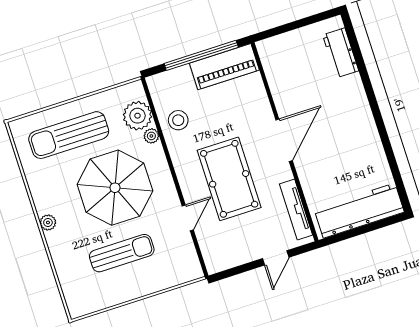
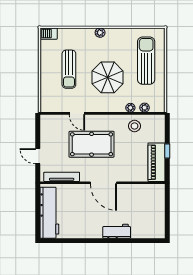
workbench: (341, 53) -> (117, 231), moved
window: (201, 55) -> (167, 151), width x0.32
plant: (137, 116) -> (145, 108), width x0.53, depth x0.53
parasol: (115, 188) -> (108, 77), width x0.73, depth x0.73
barbecue: (76, 303) -> (49, 34), added

